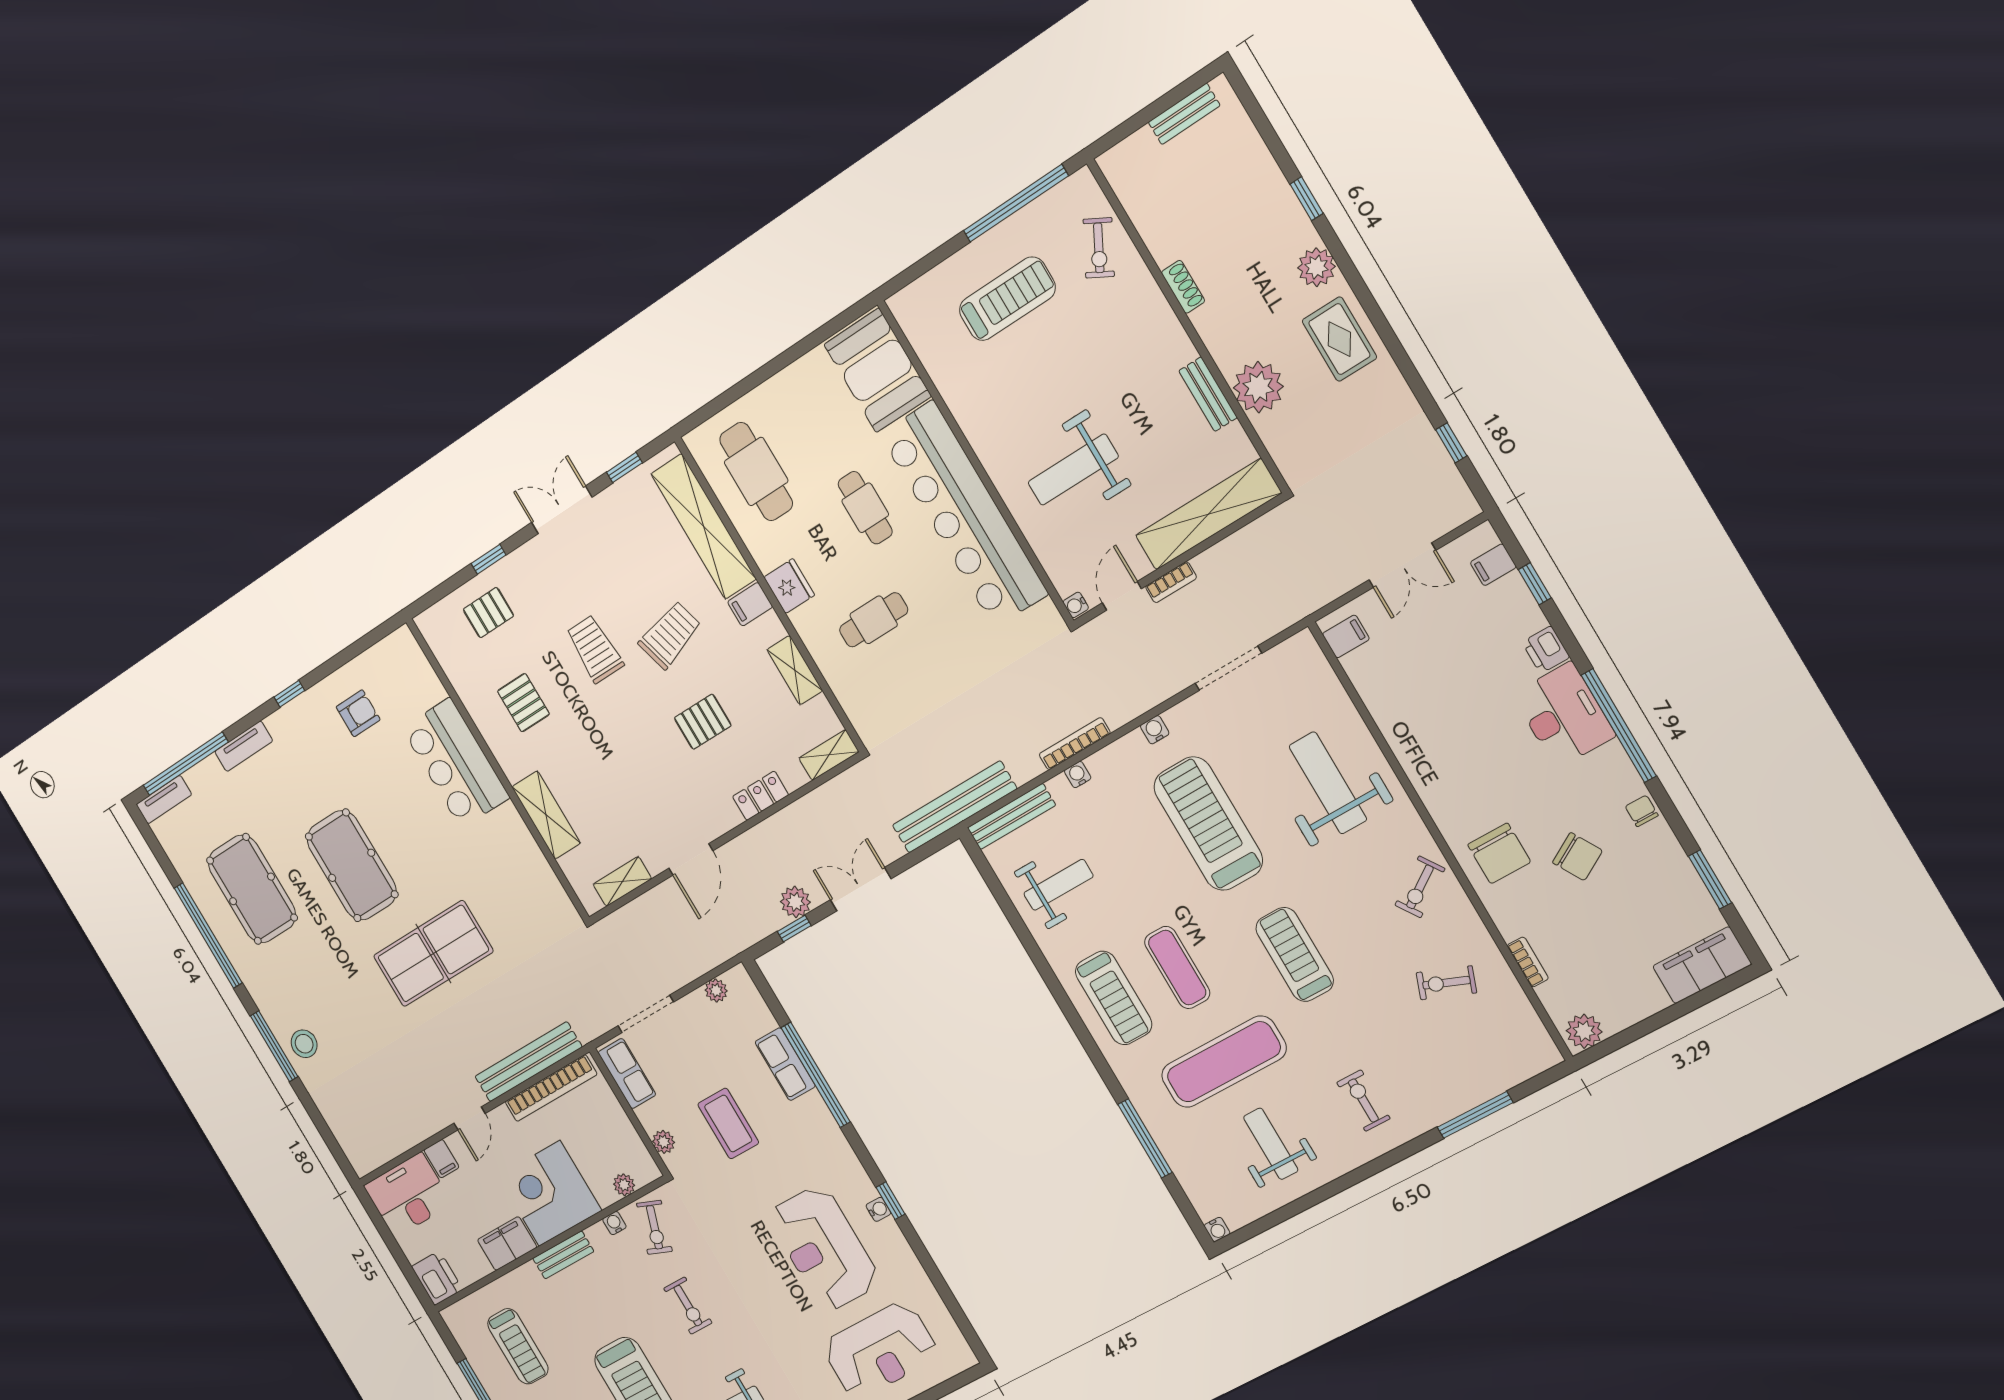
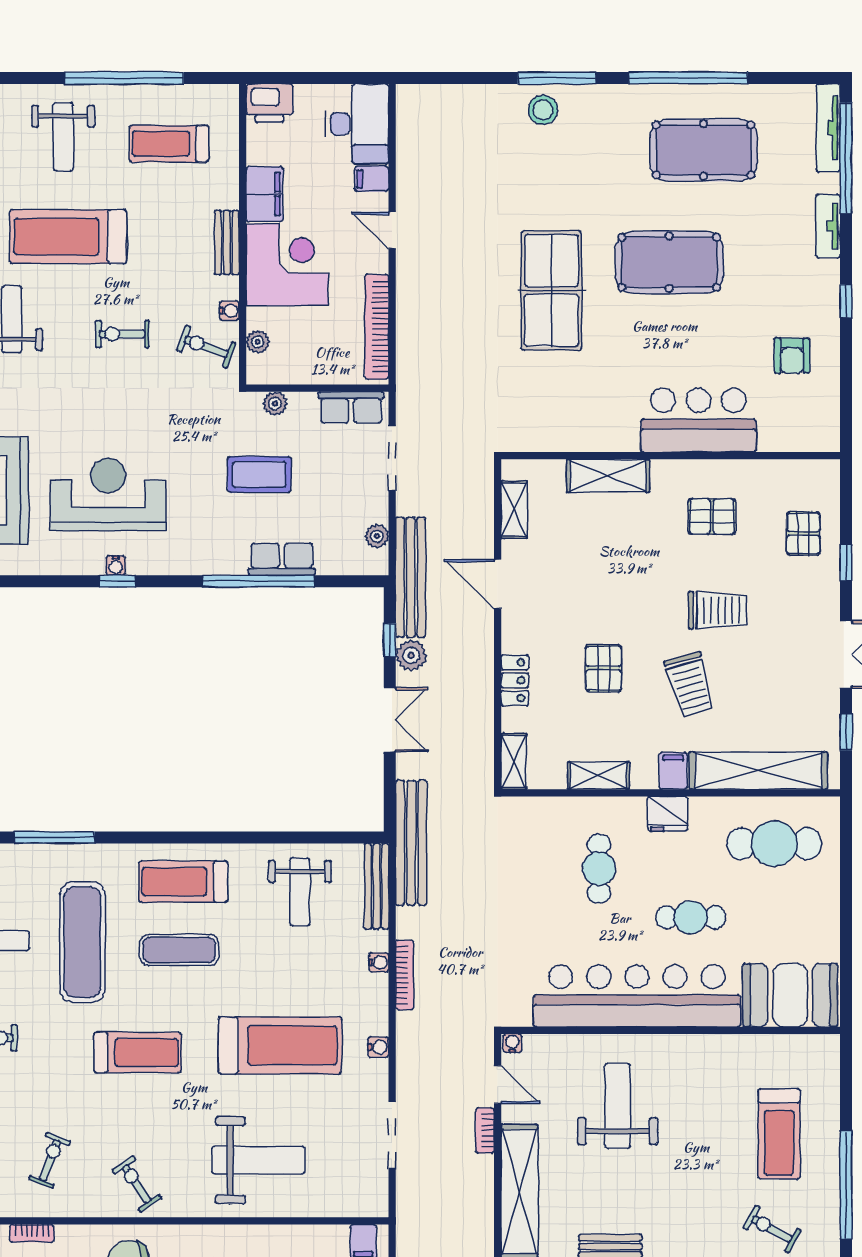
tv unit: (164, 800) -> (828, 128), width x1.41
bench: (528, 1062) -> (411, 577), moved

